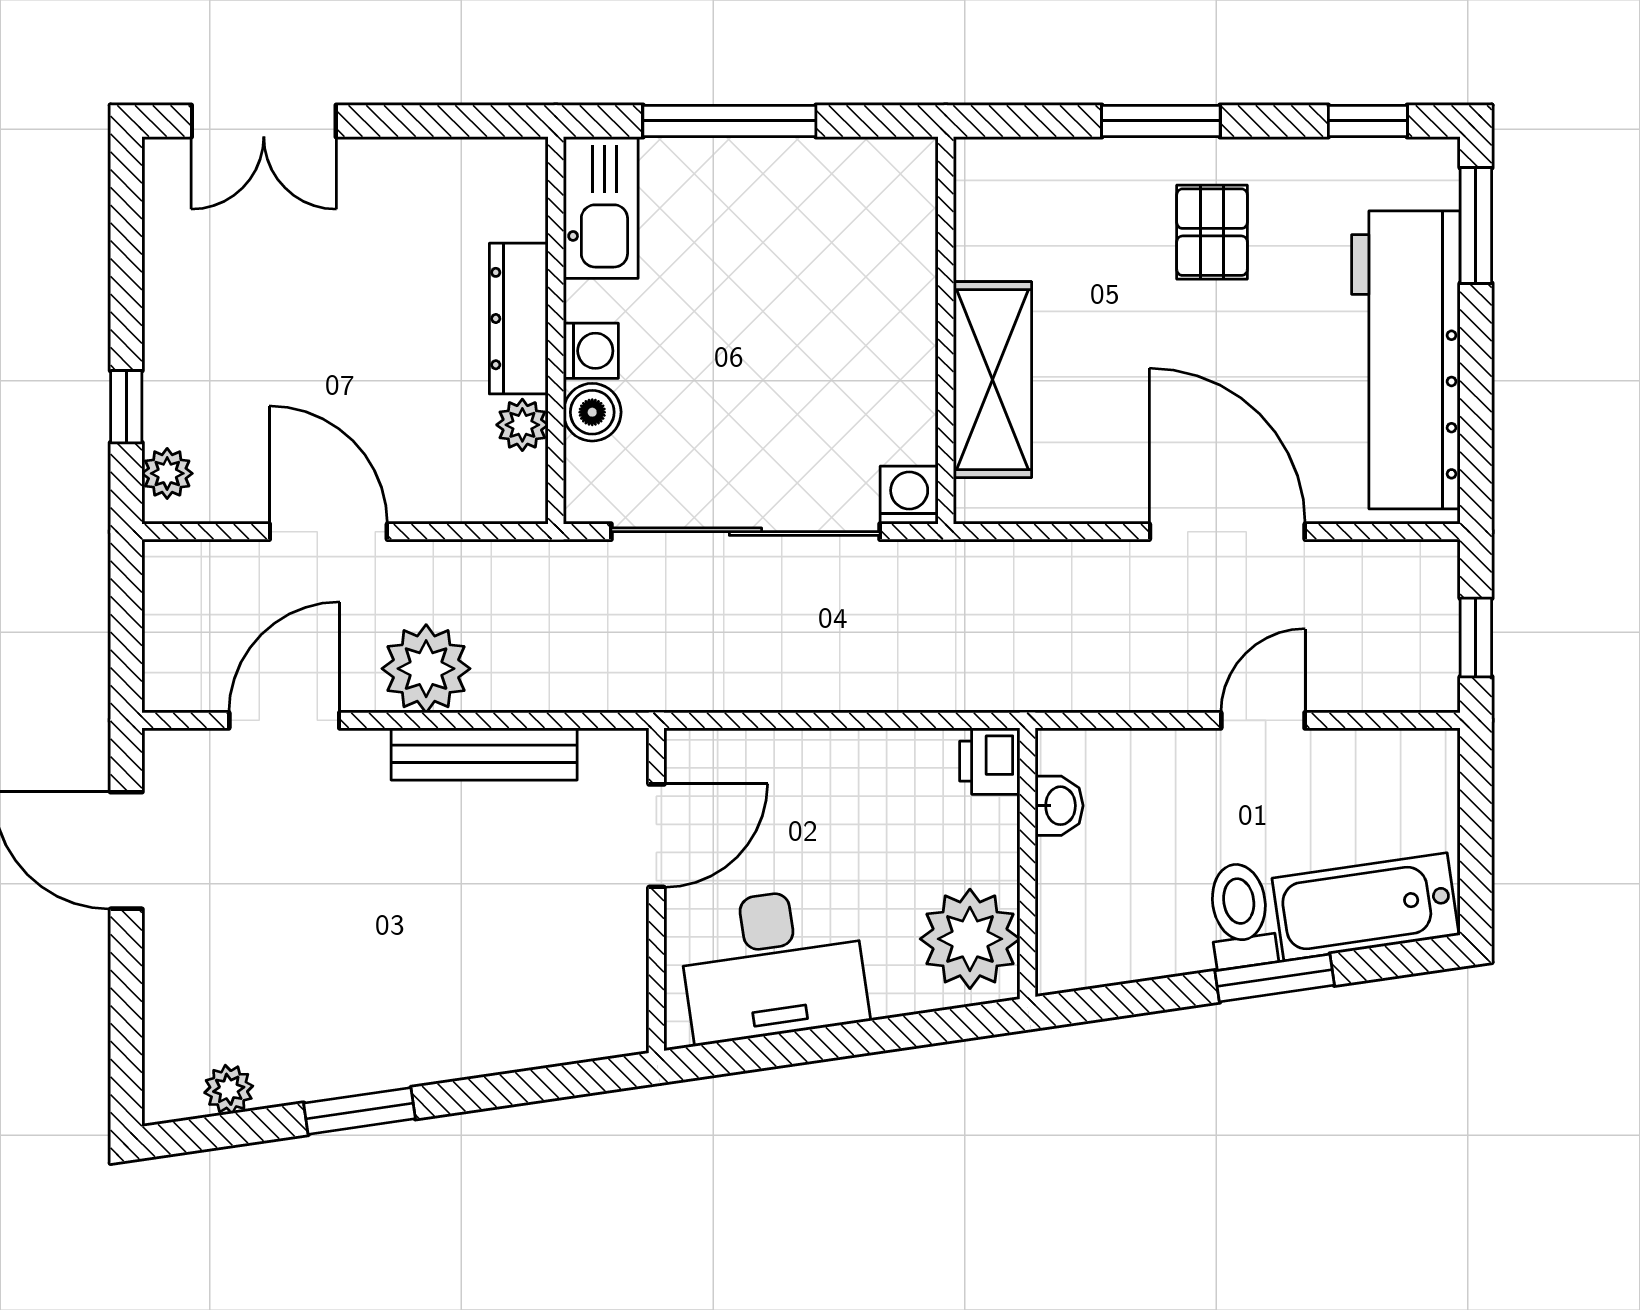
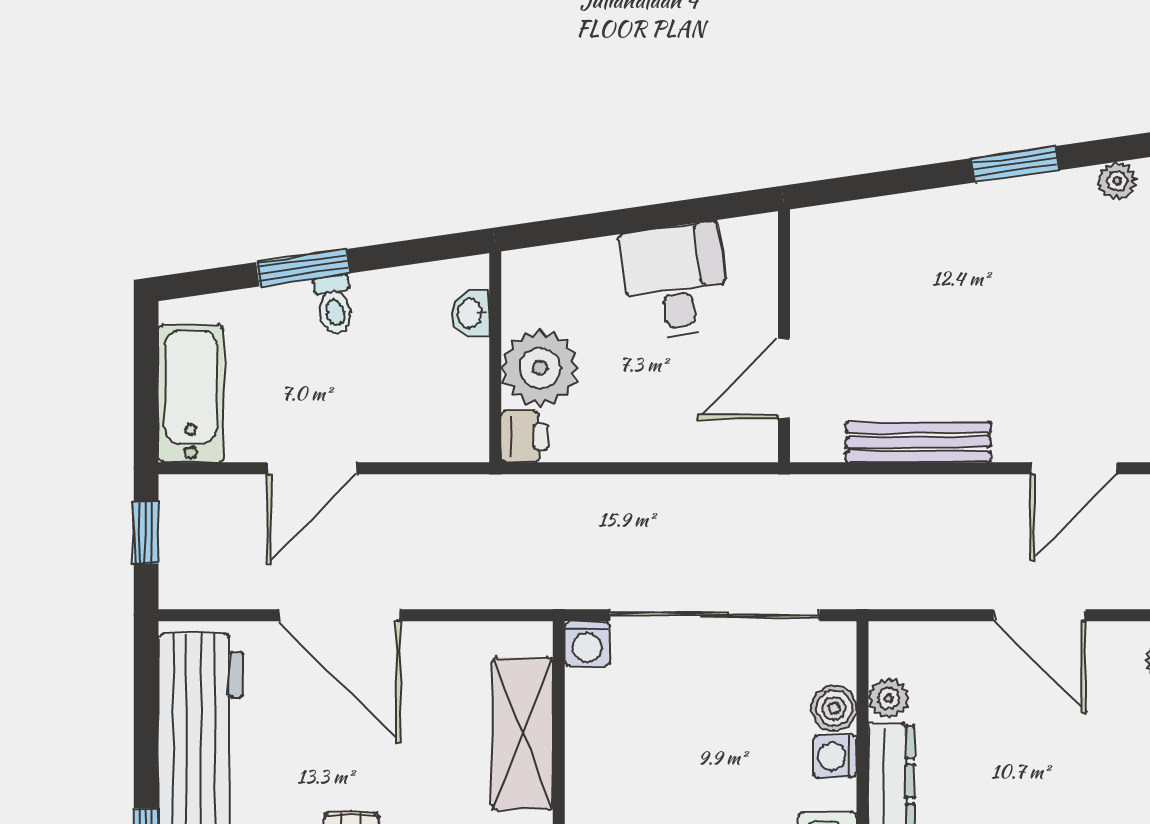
plant: (426, 669) -> (964, 509), removed
door: (1263, 720) -> (312, 468), width x1.38
washbasin: (1059, 806) -> (471, 314), moved
bathtub: (1366, 907) -> (191, 394), moved, turned -82
toilet: (1241, 915) -> (334, 305), width x0.73, depth x0.72
plant: (970, 939) -> (540, 368), moved
desk: (773, 964) -> (675, 281), width x0.73

